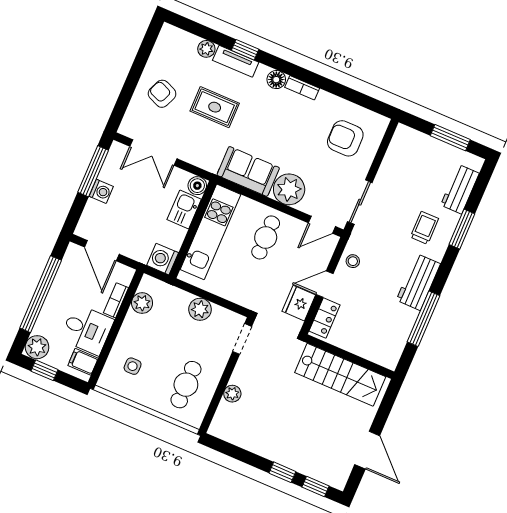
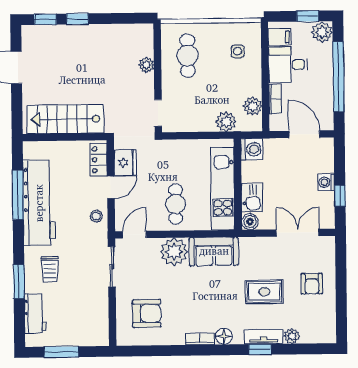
armchair: (162, 94) -> (312, 284), turned 67
window: (93, 171) -> (340, 196), width x0.46
workbench: (418, 282) -> (39, 203), width x1.88, depth x1.32
plant: (200, 309) -> (226, 122), moved

